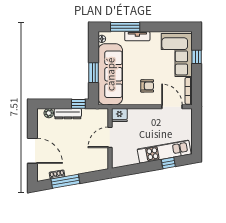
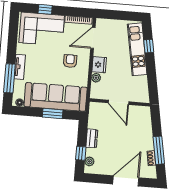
window: (78, 104) -> (81, 153), moved
plant: (133, 113) -> (96, 78), added
dresser: (68, 114) -> (92, 138), width x0.70
fridge: (119, 115) -> (99, 65), moved

